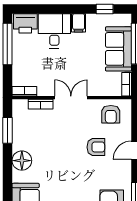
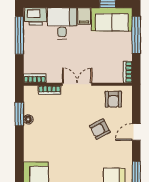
sofa: (118, 49) -> (112, 19), moved, turned -90
armchair: (96, 147) -> (100, 129), turned 152
floor lamp: (22, 161) -> (28, 119), moved, width x0.53, depth x0.53

